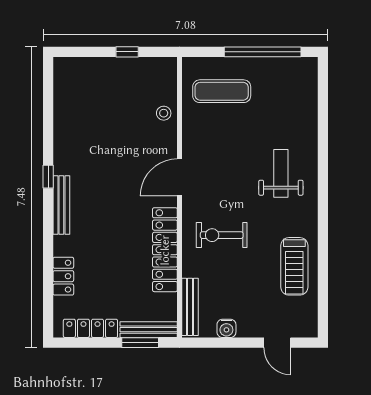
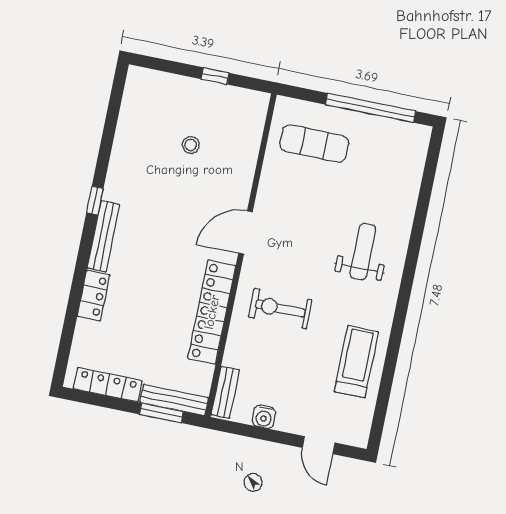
stool: (164, 113) -> (191, 145), moved
treadmill: (294, 266) -> (356, 362), turned 180
locker: (63, 276) -> (94, 295), moved
bench: (190, 307) -> (225, 392), width x0.73

